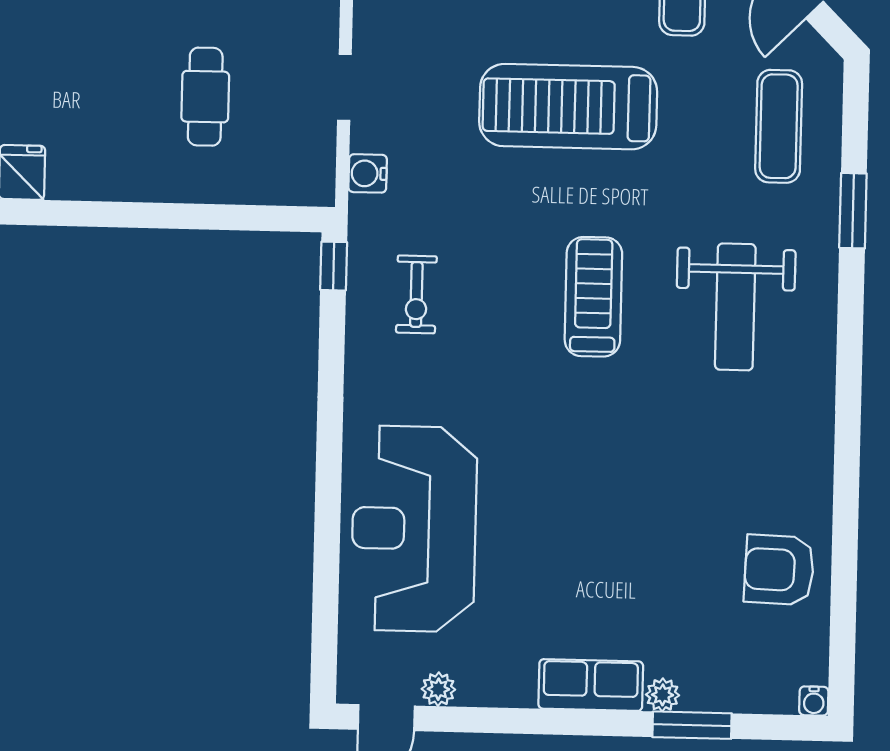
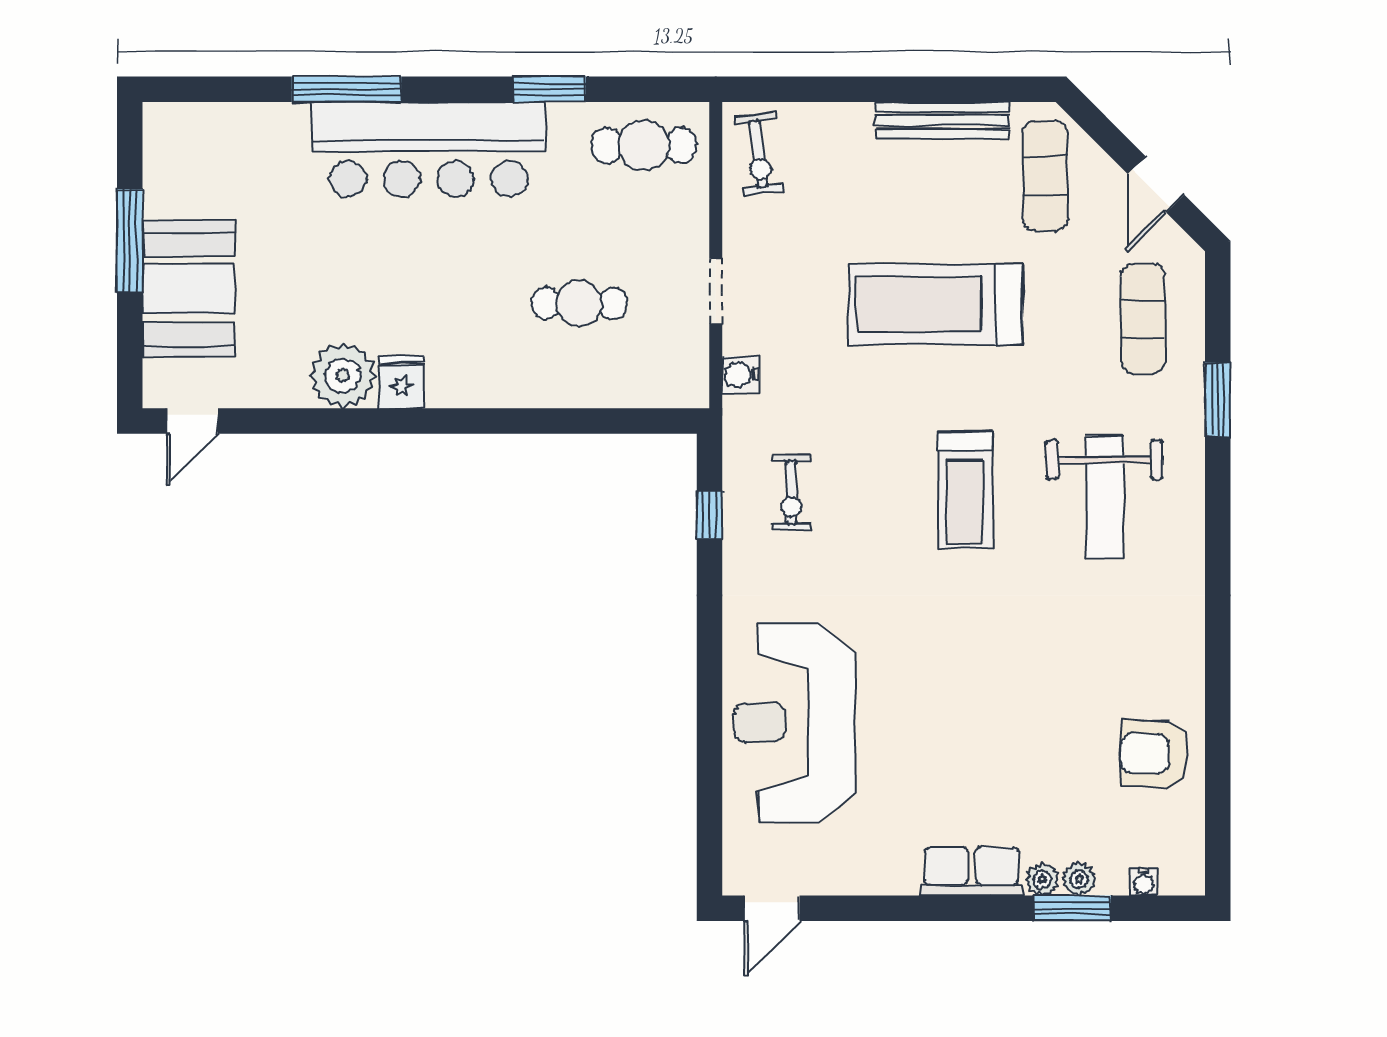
cafe table: (205, 97) -> (579, 303), turned 90
window: (334, 266) -> (709, 515), moved
treadmill: (593, 297) -> (965, 490), turned 180
plant: (438, 689) -> (1079, 879), moved
water cooler: (814, 701) -> (1143, 882), moved

